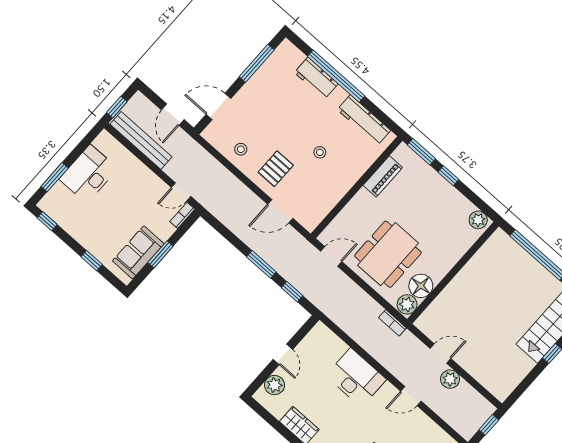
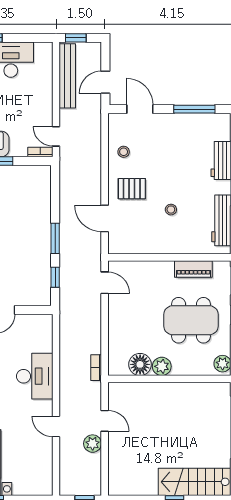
dining table: (388, 254) -> (191, 320), moved
plant: (407, 304) -> (162, 366), moved

